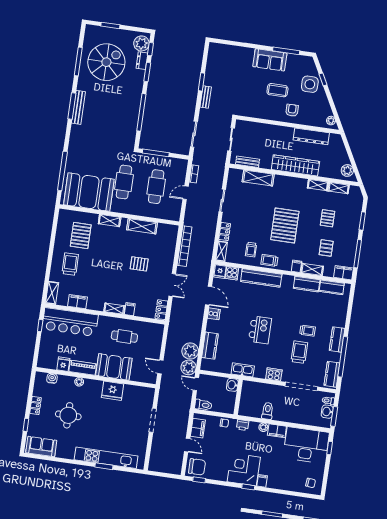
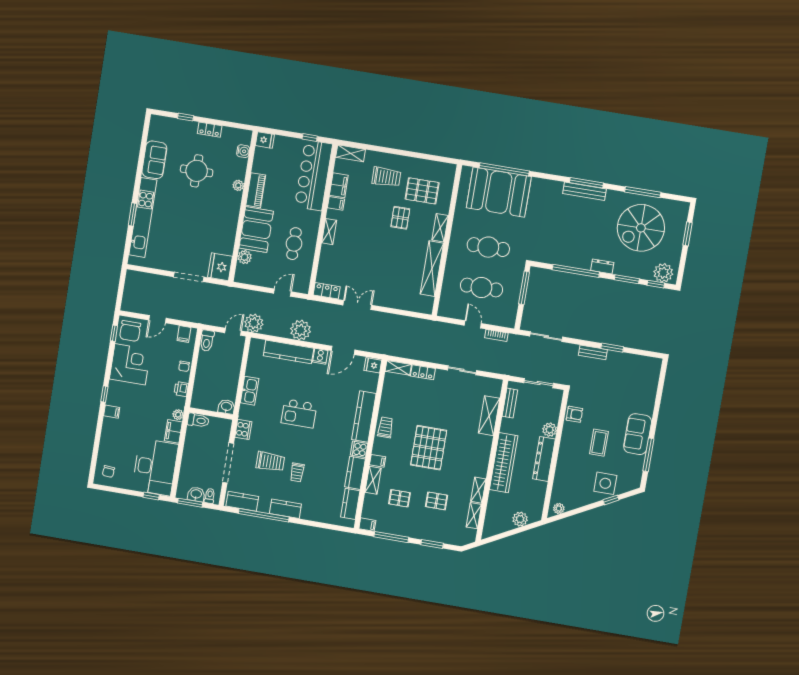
dresser: (142, 61) -> (602, 266), moved
spiral stairs: (106, 62) -> (641, 228), turned 90
armchair: (292, 110) -> (574, 414), moved
plant: (268, 130) -> (550, 430), added
dresser: (311, 136) -> (544, 459), moved
plant: (347, 170) -> (520, 519), moved
booth: (89, 192) -> (499, 192), moved, turned 90
shelving: (142, 226) -> (432, 269), width x1.47
pallet: (285, 226) -> (429, 448), turned 90
bookcase: (185, 246) -> (406, 322), removed
trolley: (251, 250) -> (400, 405), removed
pallet: (139, 264) -> (400, 218), moved
cooker: (232, 273) -> (359, 449), moved
filing cabinet: (343, 273) -> (367, 525), width x0.50
double door: (172, 285) -> (357, 305), swing flipped
filing cabinet: (130, 309) -> (336, 203), moved
kitchen counter: (210, 346) -> (289, 352), width x1.50
plant: (190, 351) -> (301, 330), moved
fridge: (63, 364) -> (265, 140), moved
door: (160, 367) -> (282, 293), moved
plant: (136, 376) -> (245, 257), added
washbasin: (232, 385) -> (226, 407), moved
fridge: (113, 391) -> (220, 267), moved
wall: (238, 397) -> (211, 414), moved
filing cabinet: (198, 428) -> (184, 334), width x0.50
sofa: (41, 447) -> (154, 160), moved
corner desk: (244, 469) -> (130, 364), moved

